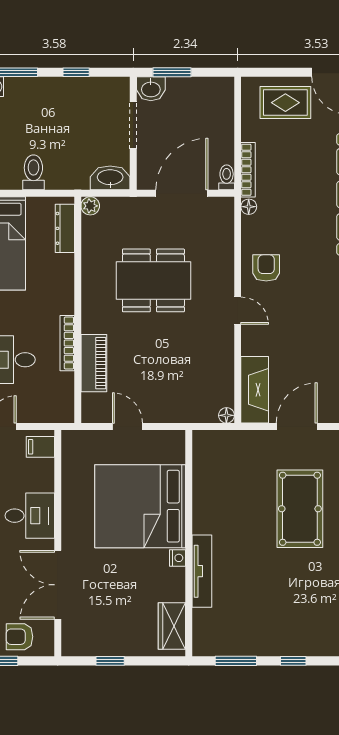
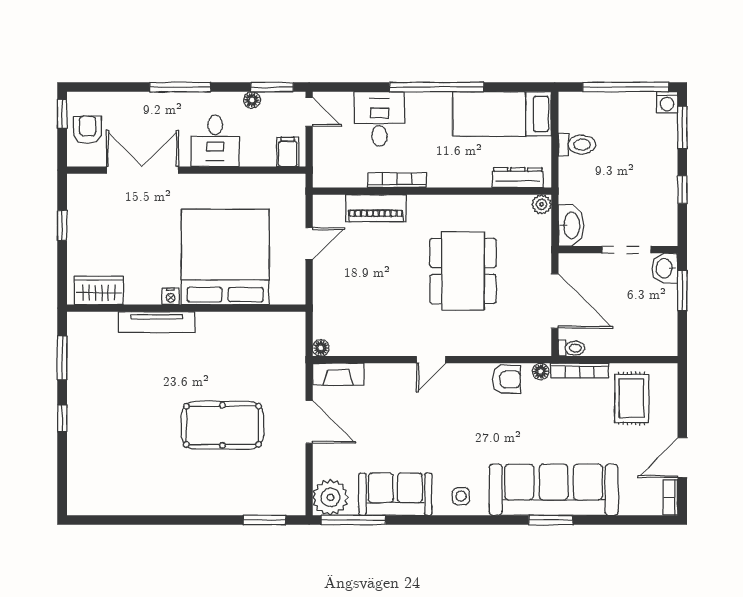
rug: (285, 103) -> (632, 398), moved
armchair: (266, 268) -> (506, 379), moved
fireplace: (255, 390) -> (338, 374), width x0.73, depth x0.76

